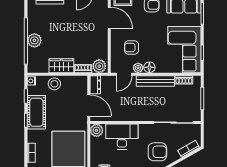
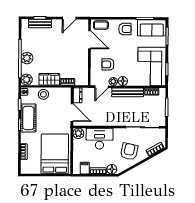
plant: (99, 66) -> (27, 80), moved
armchair: (157, 152) -> (129, 152), turned -78

